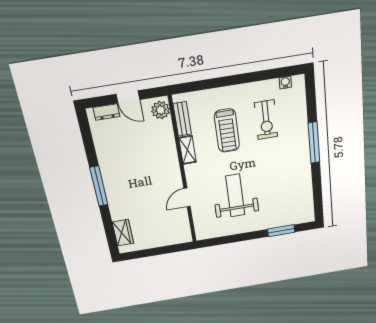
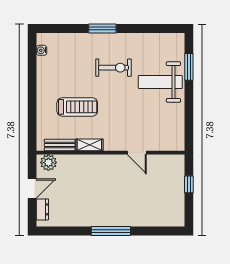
exercise bike: (266, 120) -> (114, 68), moved
window: (314, 143) -> (102, 28), width x0.69
weight bench: (235, 196) -> (160, 82), moved
wardrobe: (123, 233) -> (163, 219), removed
window: (163, 250) -> (189, 184), added

